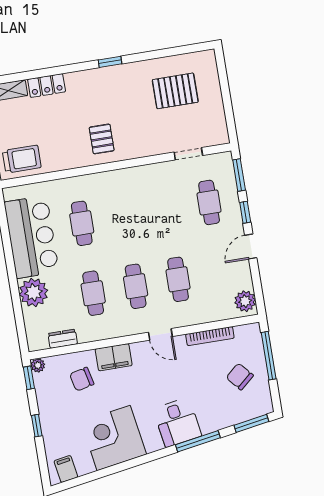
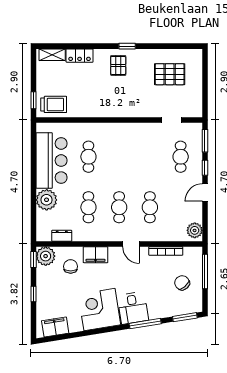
pallet: (102, 139) -> (118, 65), moved
plant: (38, 365) -> (46, 256), width x1.88, depth x1.88
chair: (82, 379) -> (71, 266), turned 103
corner desk: (114, 438) -> (99, 309), moved
filing cabinet: (66, 469) -> (55, 327), width x2.00

